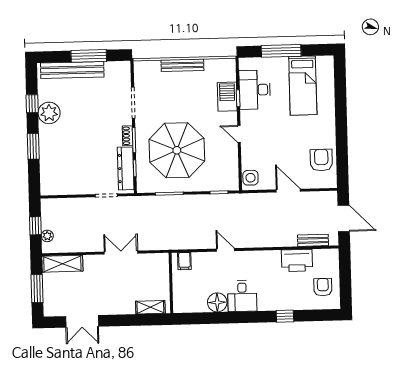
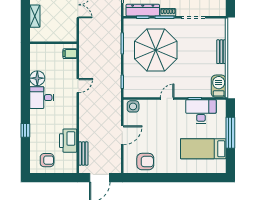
bench: (182, 65) -> (221, 52), width x0.73
barbecue: (227, 97) -> (219, 86), moved, turned -90
shelving: (150, 307) -> (35, 16), moved

